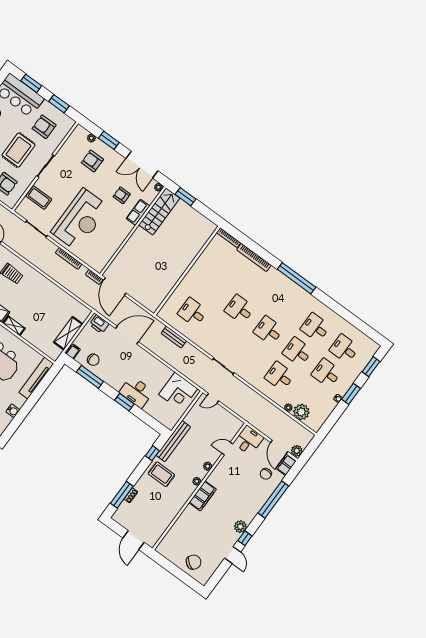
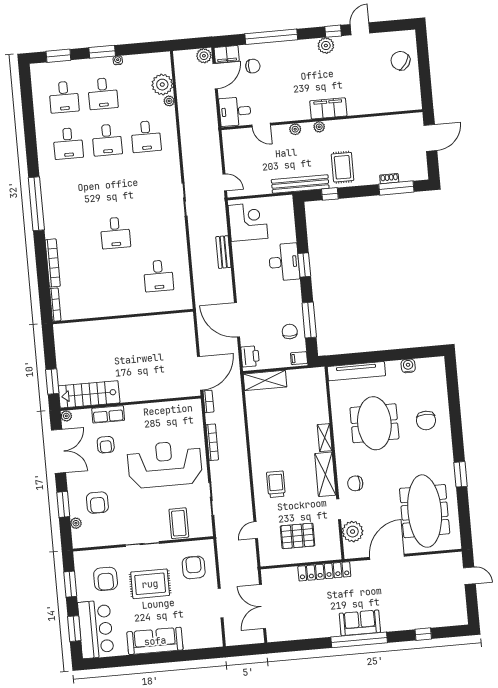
desk: (268, 330) -> (111, 186), removed
shelving: (68, 333) -> (265, 380), moved
bench: (174, 337) -> (223, 252), moved

